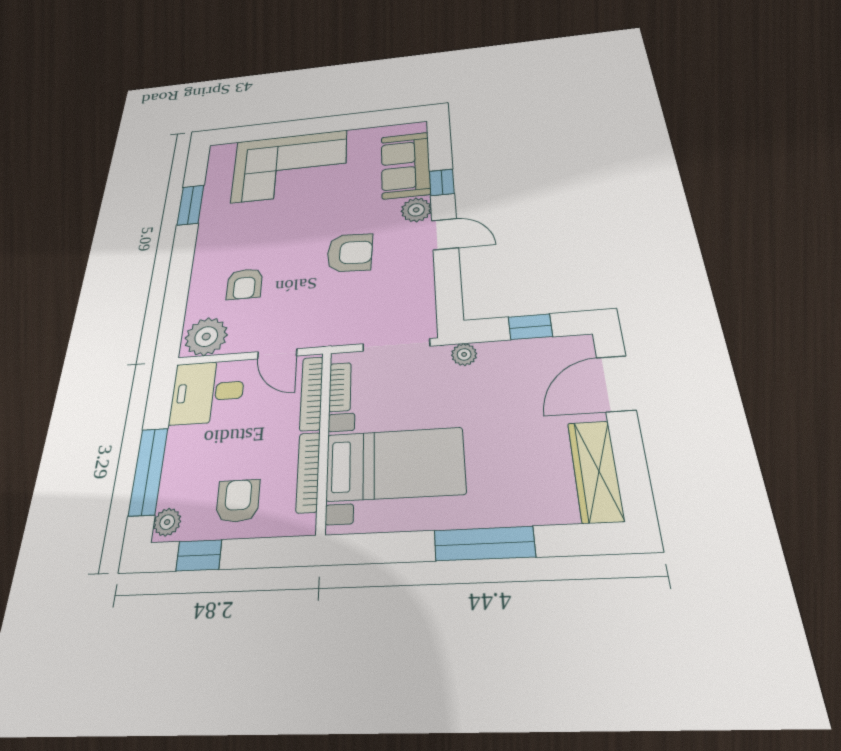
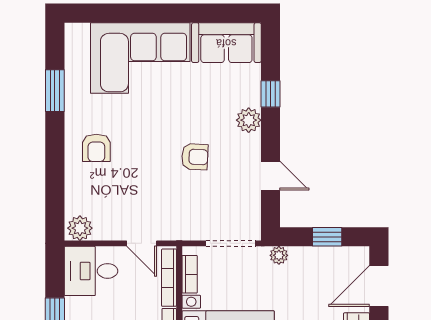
sofa: (405, 165) -> (226, 43), moved, turned -90
door: (445, 234) -> (271, 176), moved
armchair: (350, 253) -> (195, 157), width x0.72, depth x0.72
armchair: (245, 284) -> (96, 148), moved
plant: (206, 337) -> (80, 228), width x0.73, depth x0.73

